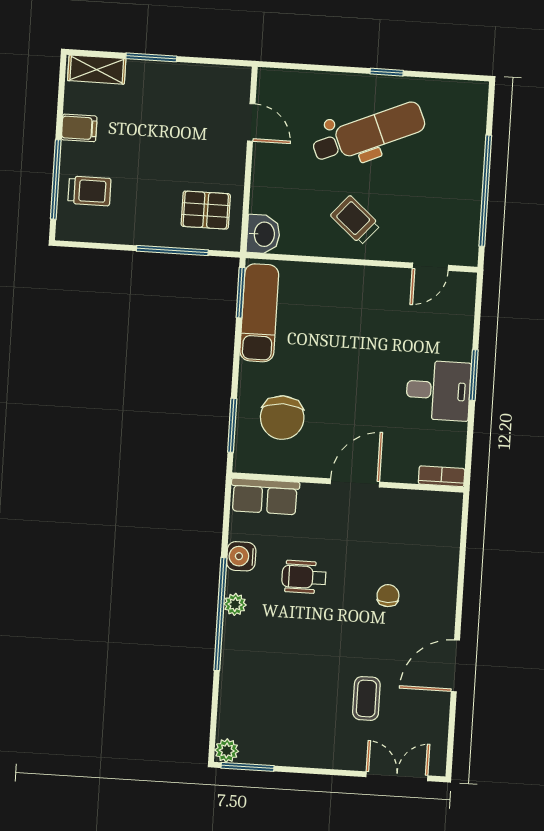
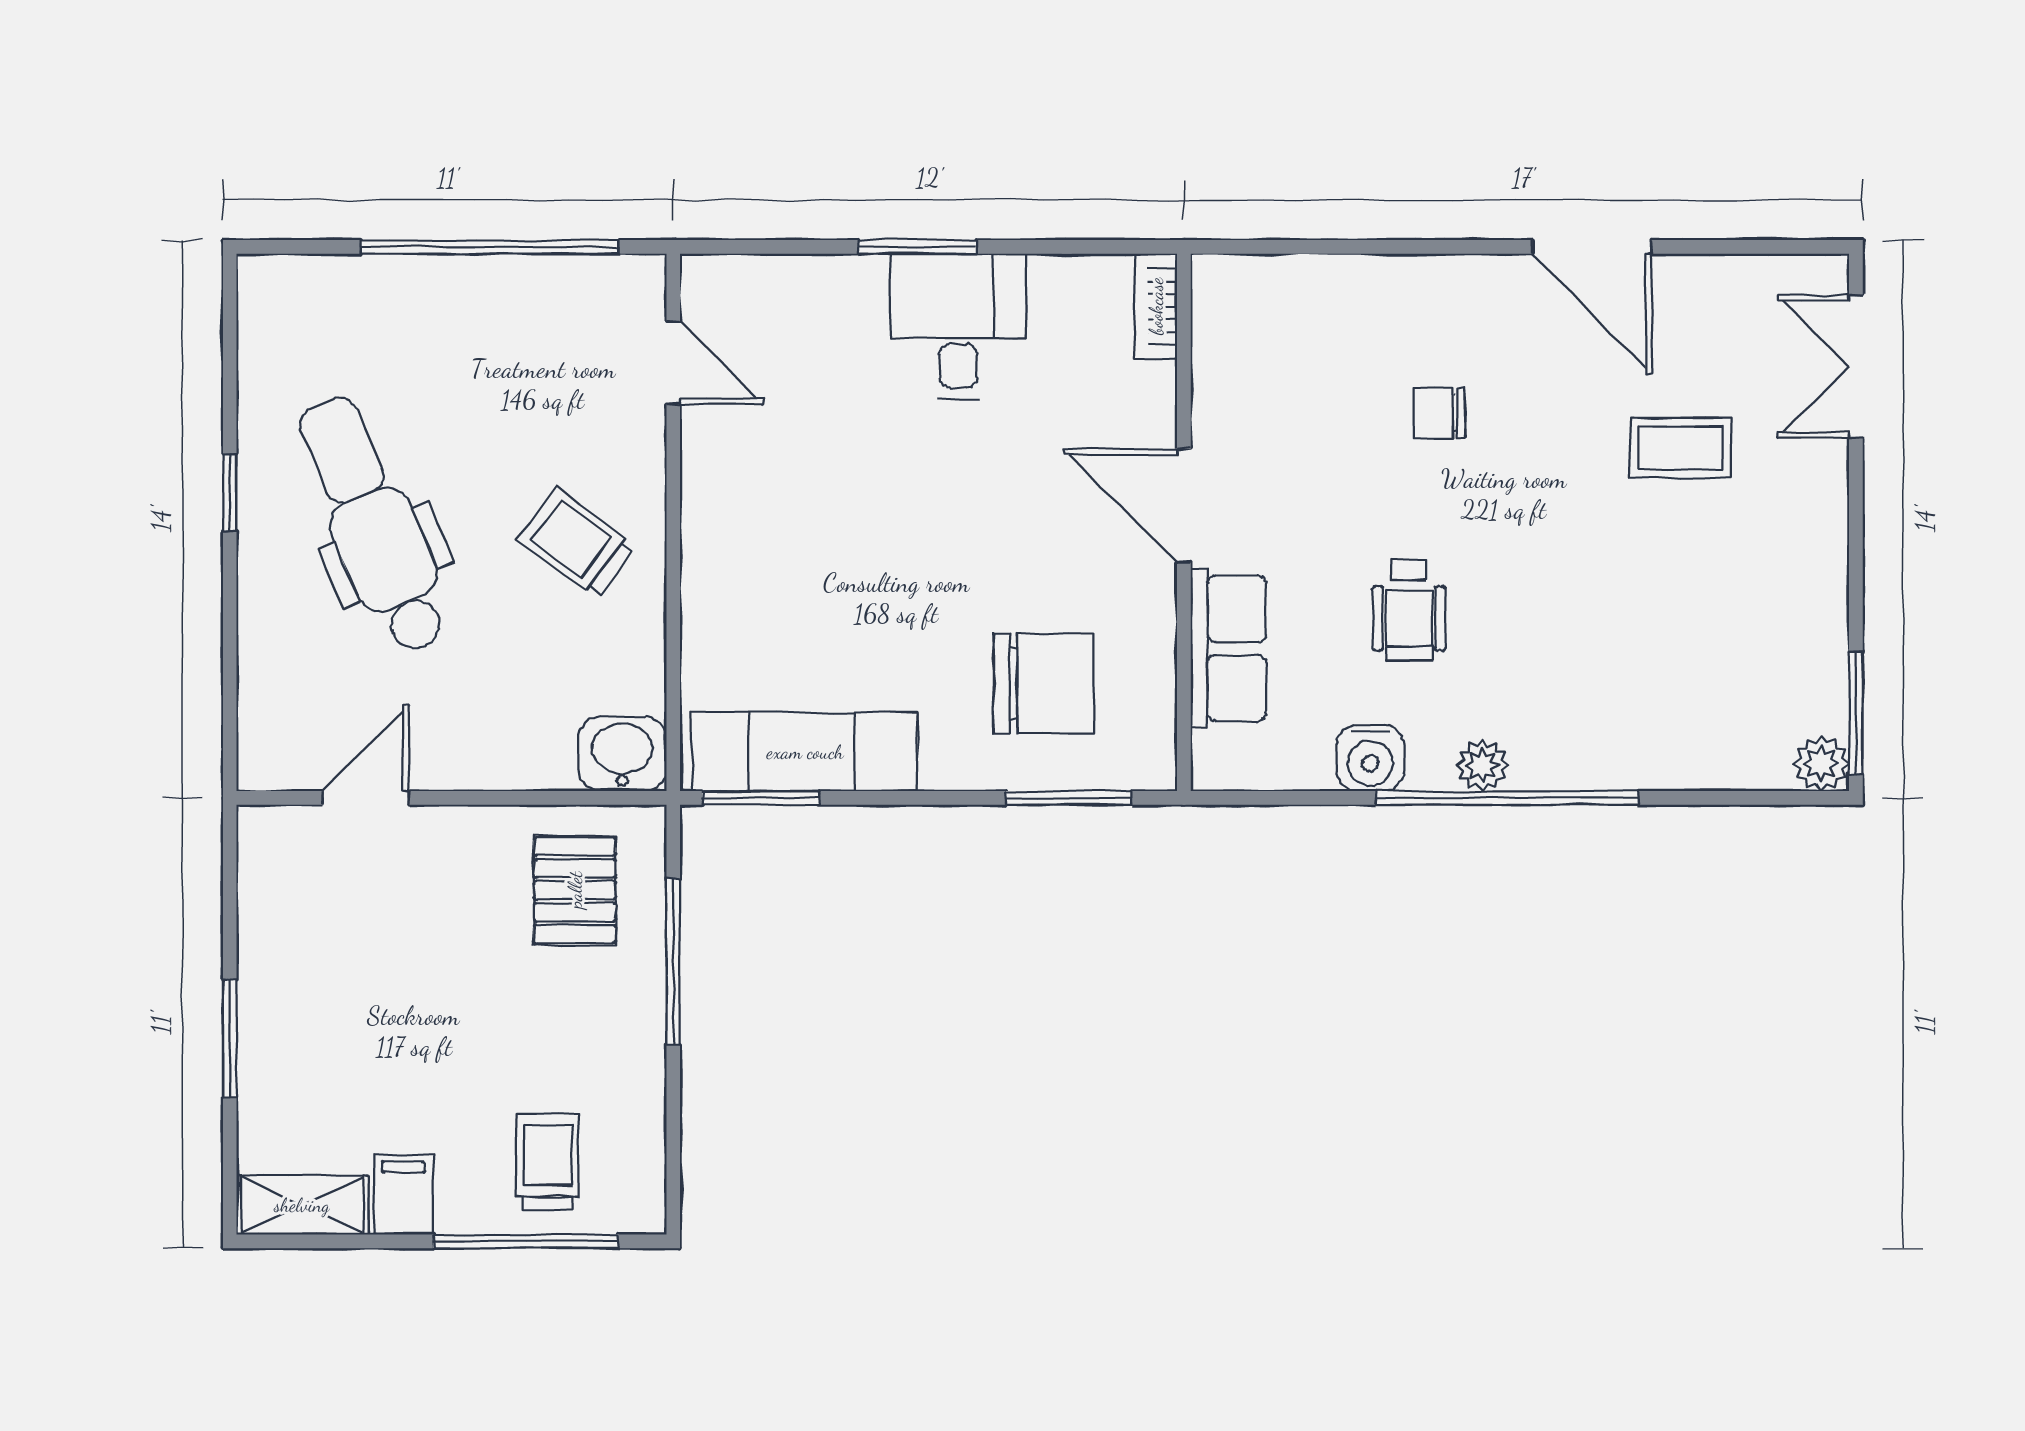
shelving: (97, 70) -> (302, 1205), moved, turned 90
trolley: (355, 220) -> (577, 543), turned 86
row of seats: (265, 496) -> (1228, 648), moved

